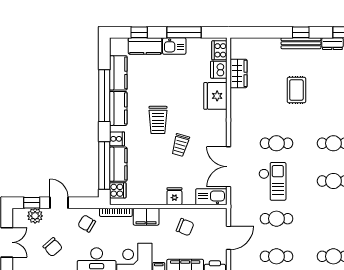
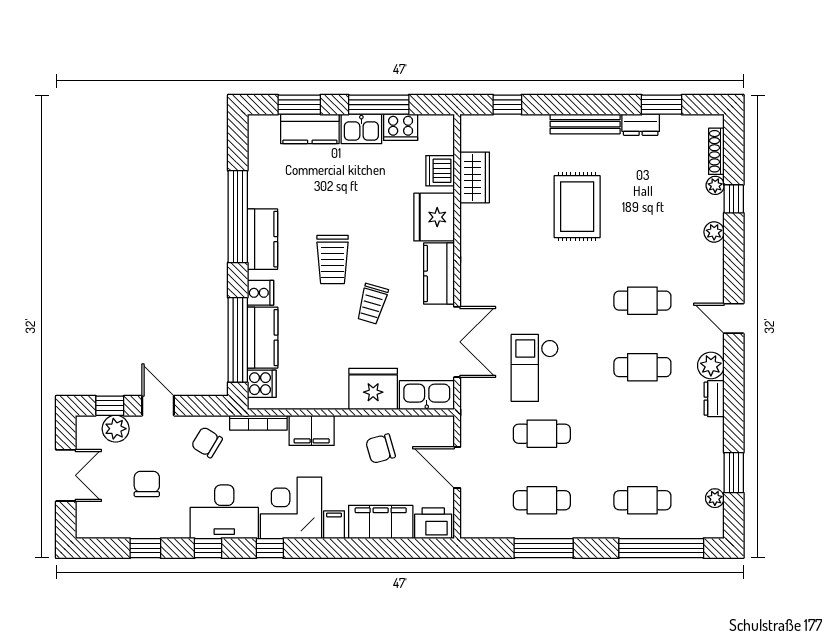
window: (139, 32) -> (299, 105), width x1.50
window: (301, 32) -> (507, 105), moved
cooker: (219, 50) -> (401, 127), moved, turned -90
kitchen counter: (118, 73) -> (439, 274), moved, turned 180
rug: (296, 90) -> (577, 207), width x1.36, depth x1.43
cafe table: (276, 143) -> (542, 301), removed
double door: (228, 167) -> (457, 342), swing flipped
checkout: (272, 181) -> (535, 368), turned 180
fridge: (174, 196) -> (373, 389), width x1.88, depth x1.34
chair: (185, 227) -> (380, 449), turned 142
door: (228, 238) -> (457, 468), swing flipped
chair: (53, 247) -> (147, 484), turned -139

